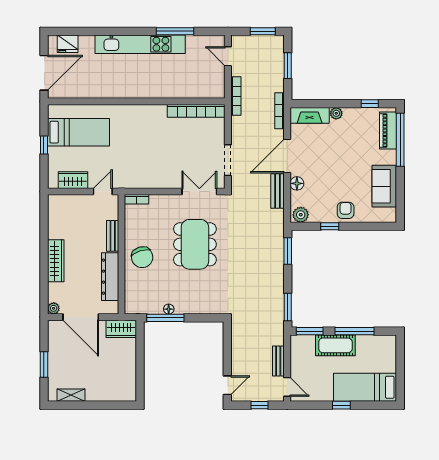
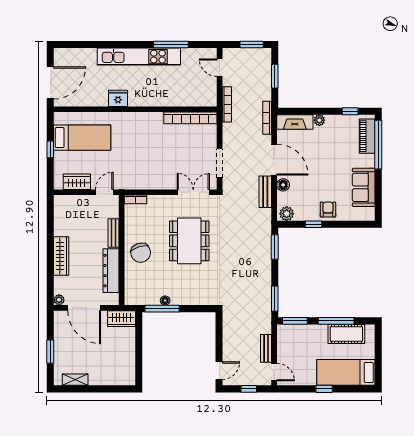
fridge: (68, 44) -> (118, 98), moved, turned 180
door: (287, 156) -> (274, 160), swing flipped
cot: (335, 345) -> (346, 334), moved

